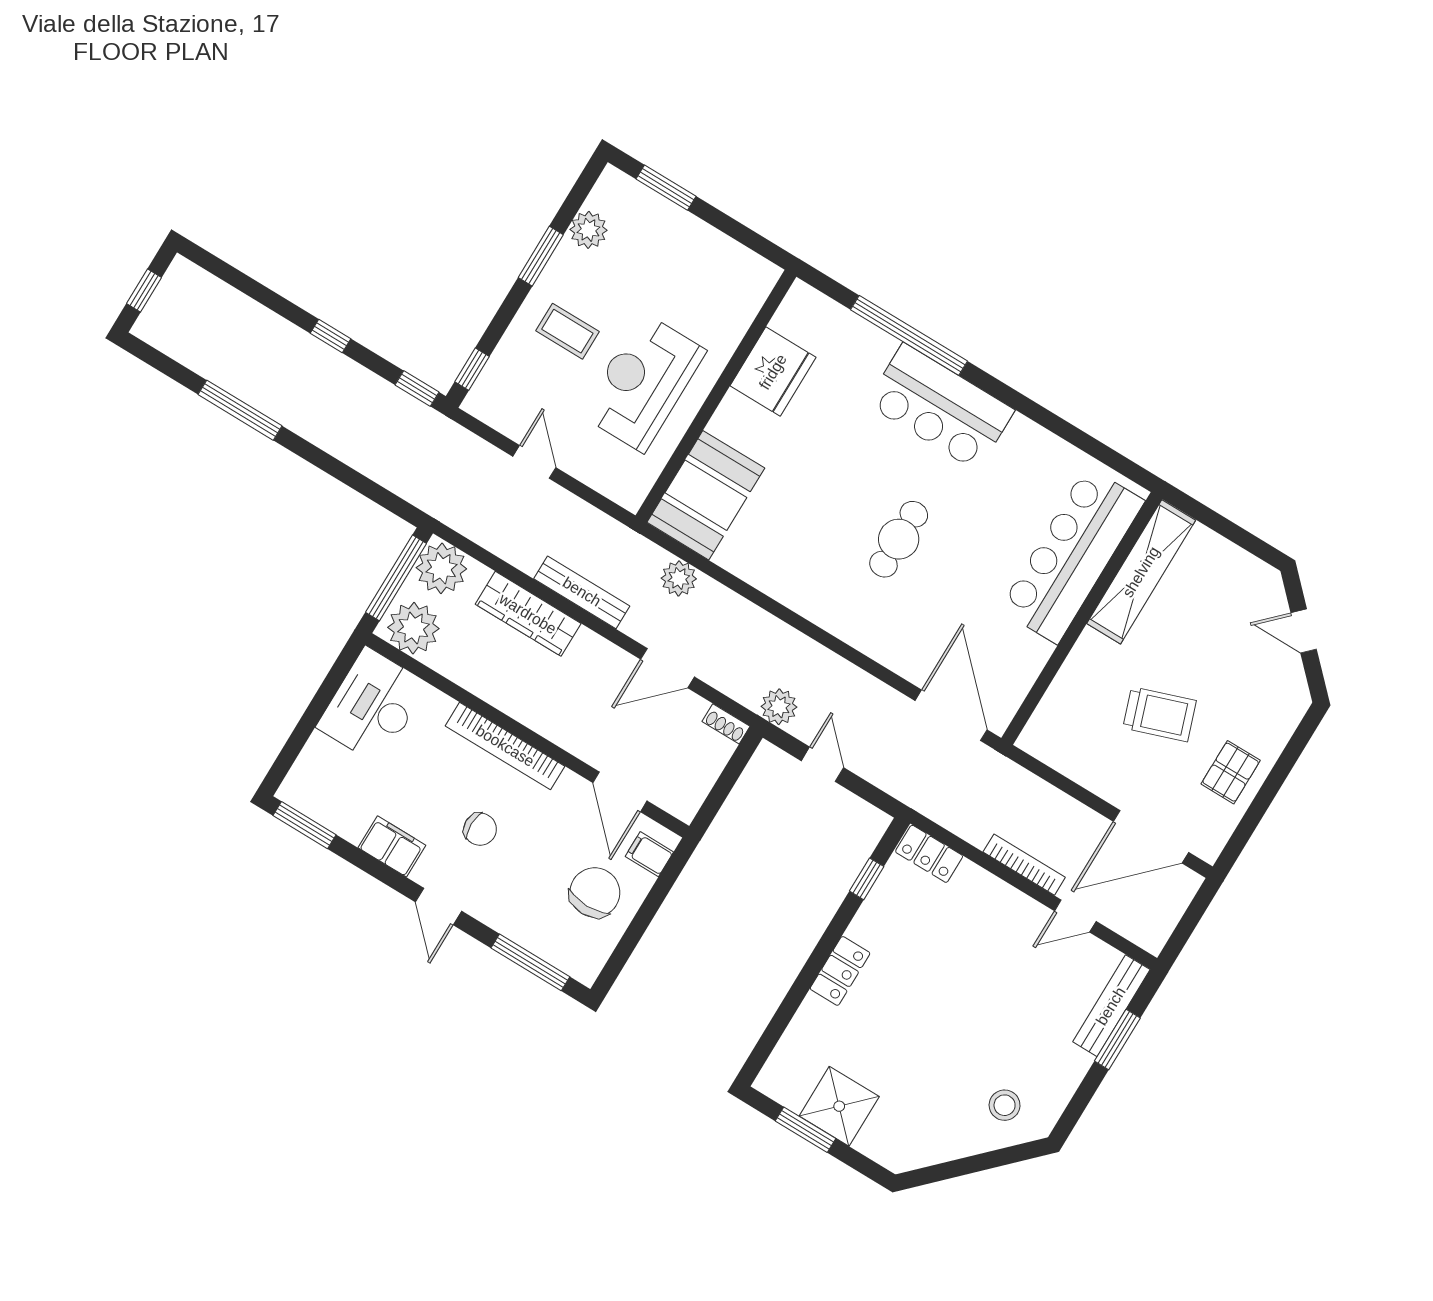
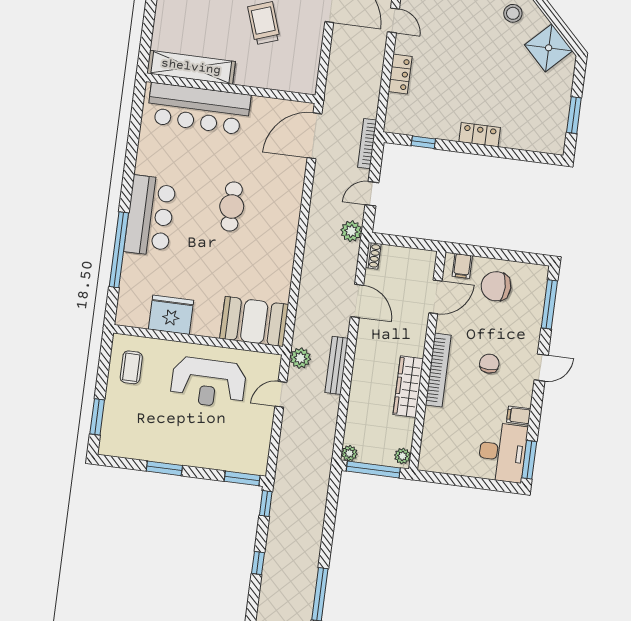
plant: (588, 230) -> (139, 449), removed
coffee table: (567, 331) -> (131, 367), moved
window: (472, 369) -> (242, 478), width x1.50
door: (534, 462) -> (281, 394), moved
cafe table: (899, 539) -> (232, 207), turned 90
plant: (441, 568) -> (349, 453), width x0.53, depth x0.53
plant: (679, 578) -> (300, 358), moved
wardrobe: (528, 614) -> (408, 387), moved, turned 180
plant: (413, 628) -> (403, 456), width x0.53, depth x0.53
desk: (372, 706) -> (502, 452), moved, turned -90
filing cabinet: (392, 846) -> (519, 416), width x0.50
locker: (929, 854) -> (400, 74), moved
bookcase: (1024, 865) -> (367, 144), moved
shower: (839, 1106) -> (549, 48), moved, turned 45

